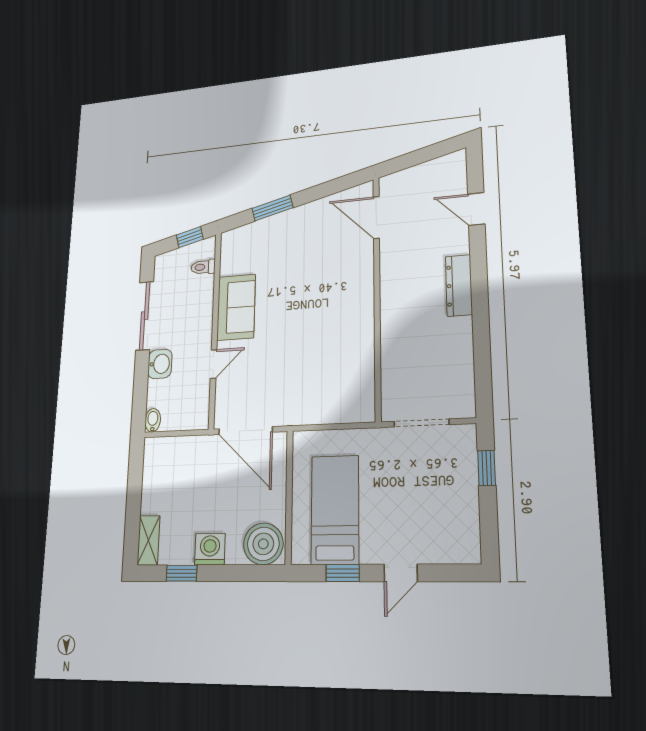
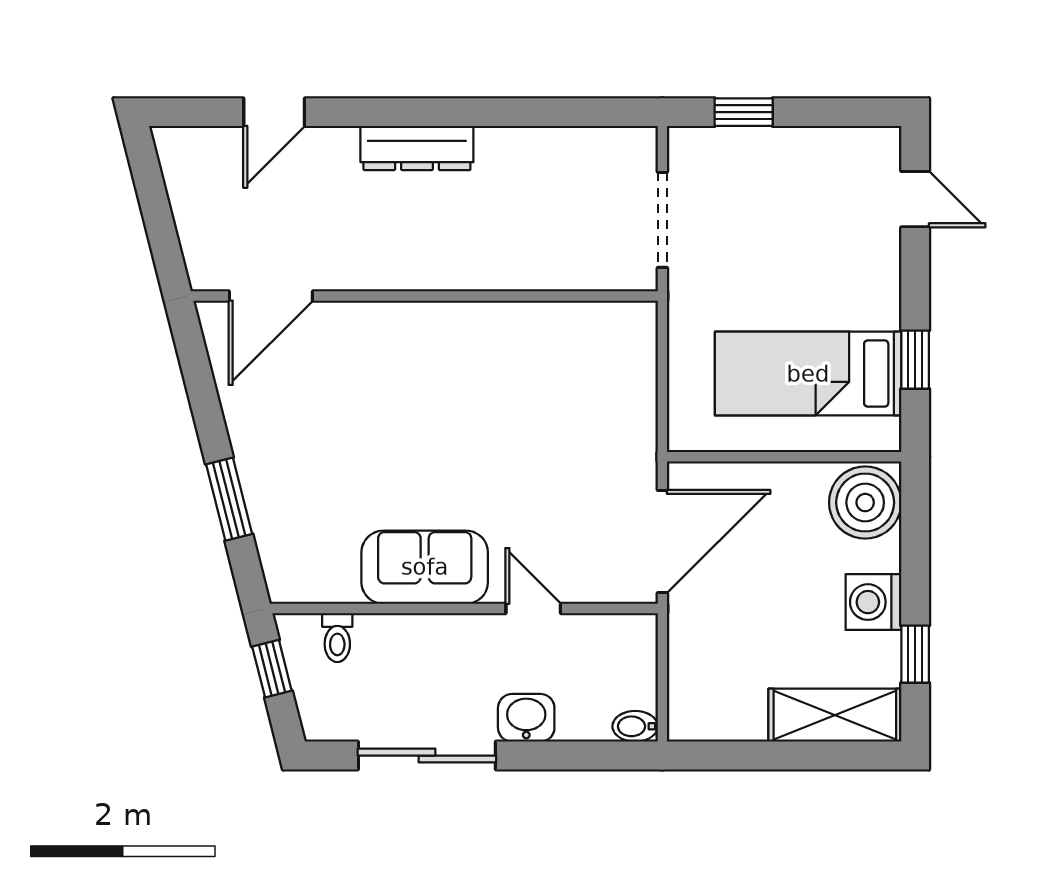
shelving: (148, 540) -> (835, 715), width x1.50, depth x1.33
door: (401, 573) -> (915, 199), moved

